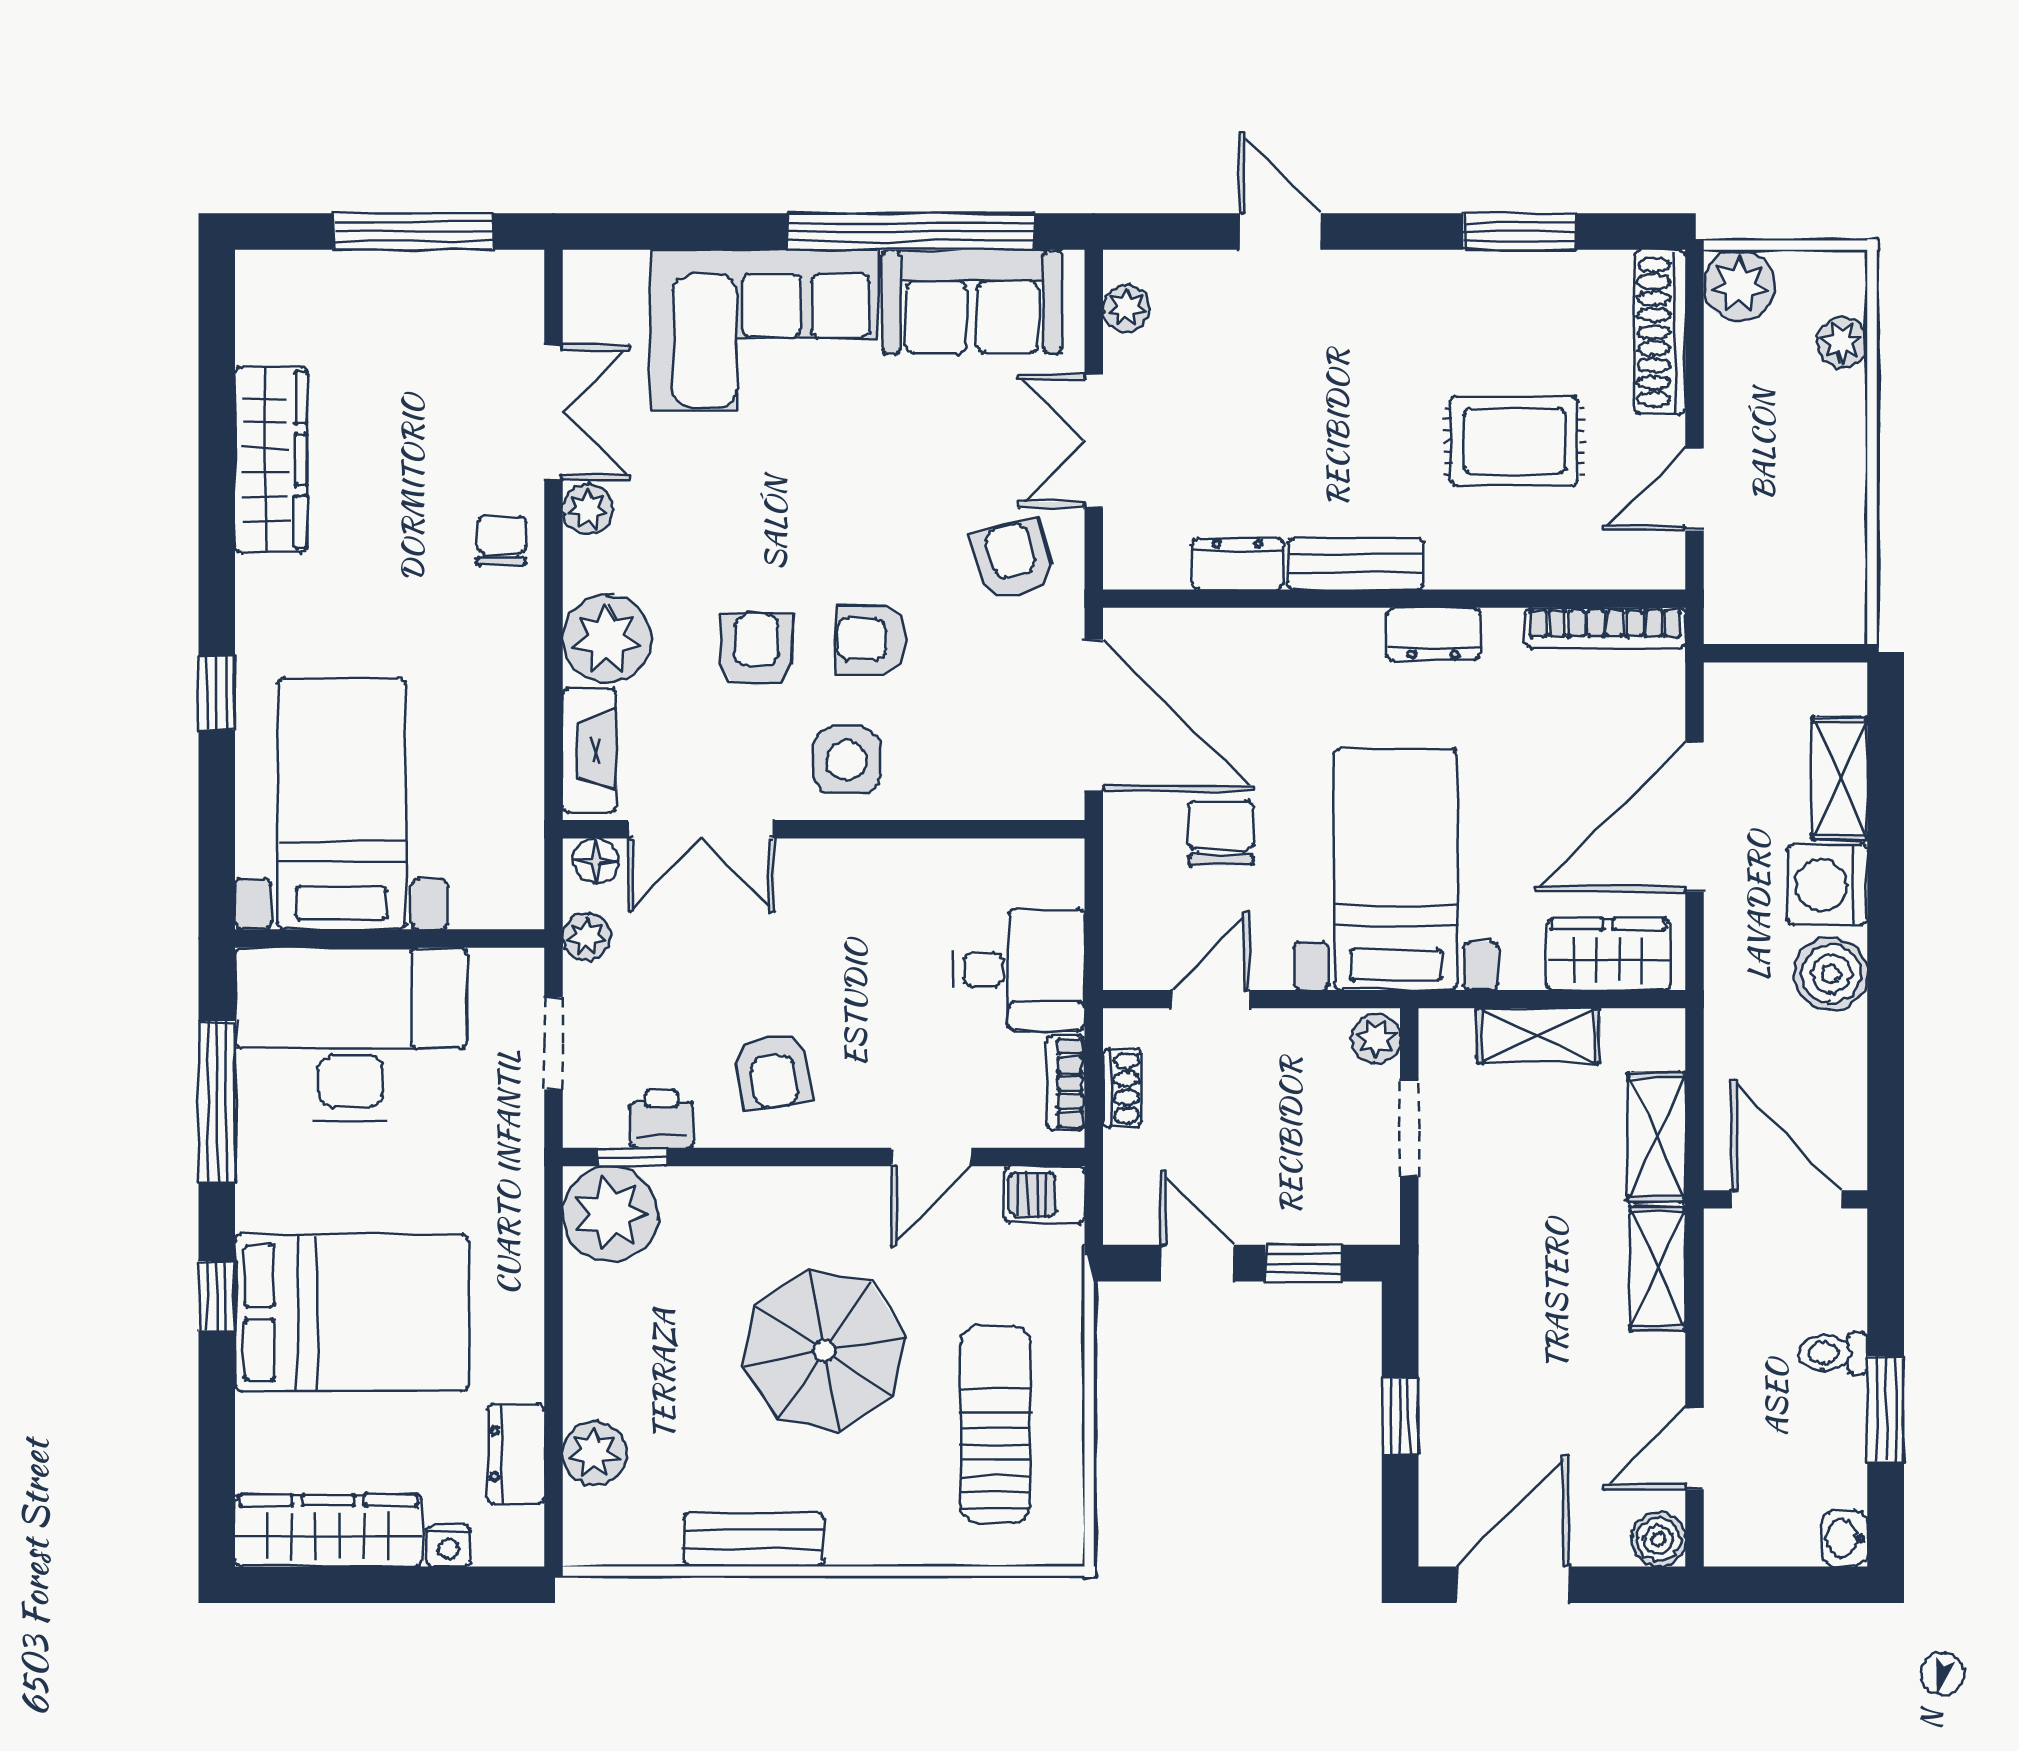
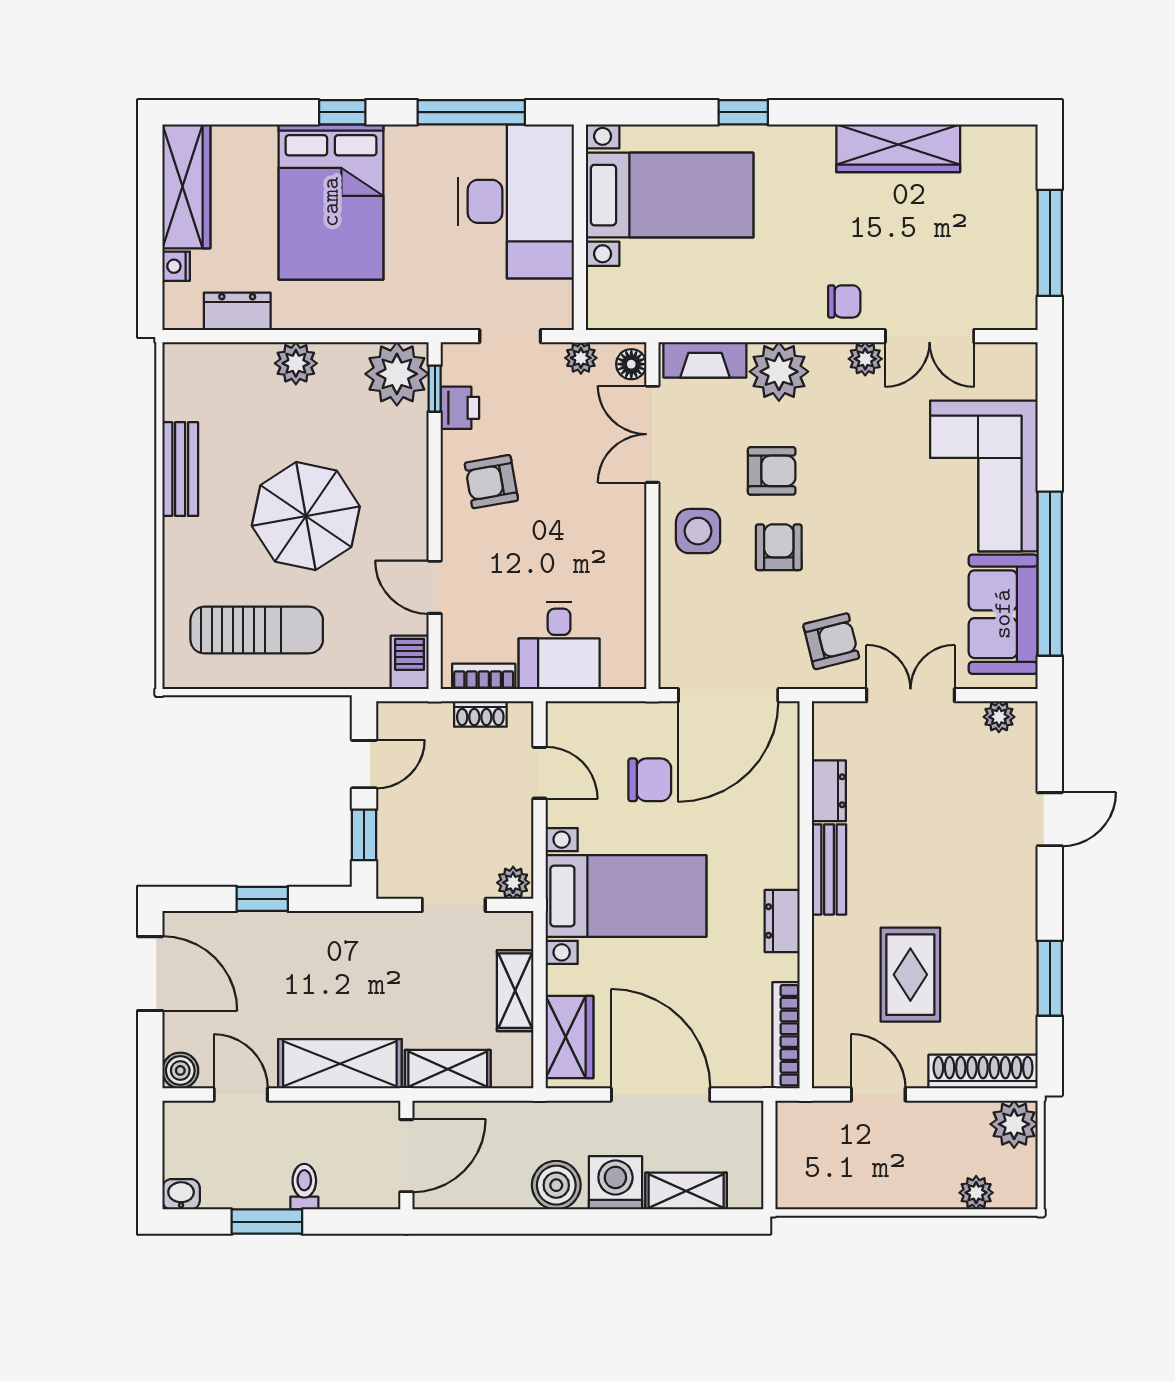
shelving: (1658, 1268) -> (340, 1064), width x1.50, depth x1.33
plant: (594, 1453) -> (296, 363), moved

